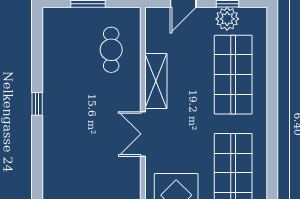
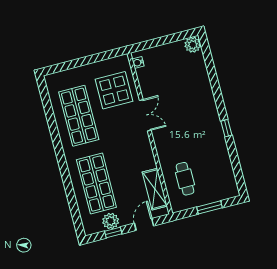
shelving: (156, 81) -> (155, 189), moved
double door: (143, 134) -> (145, 115), moved

